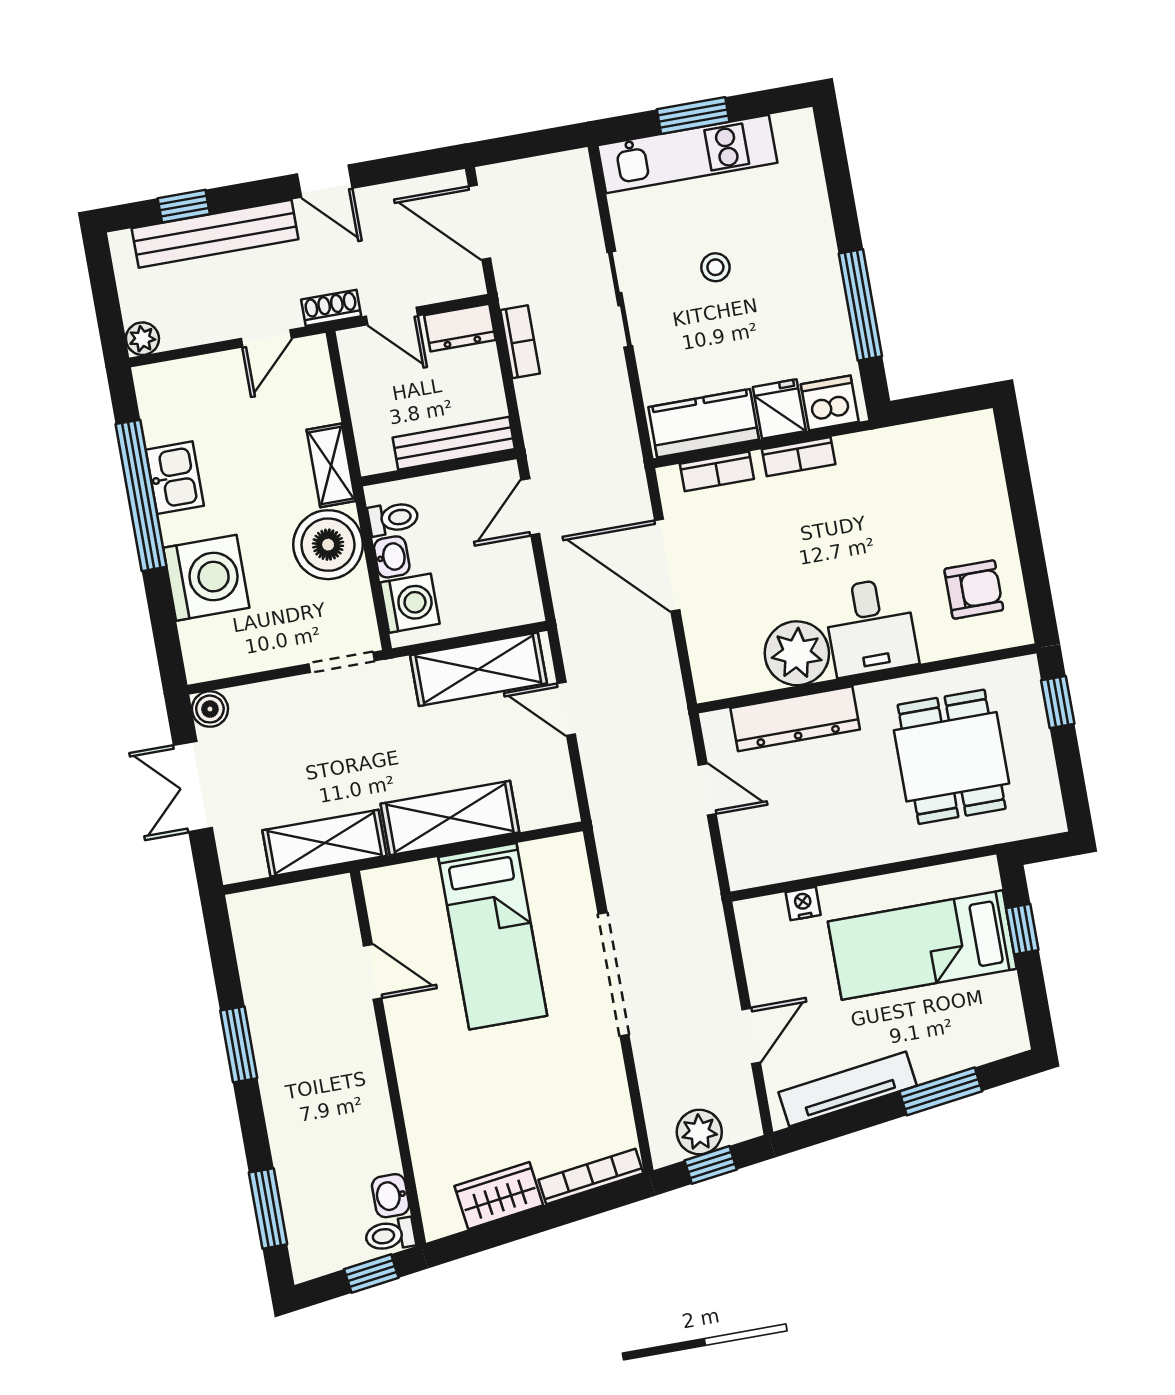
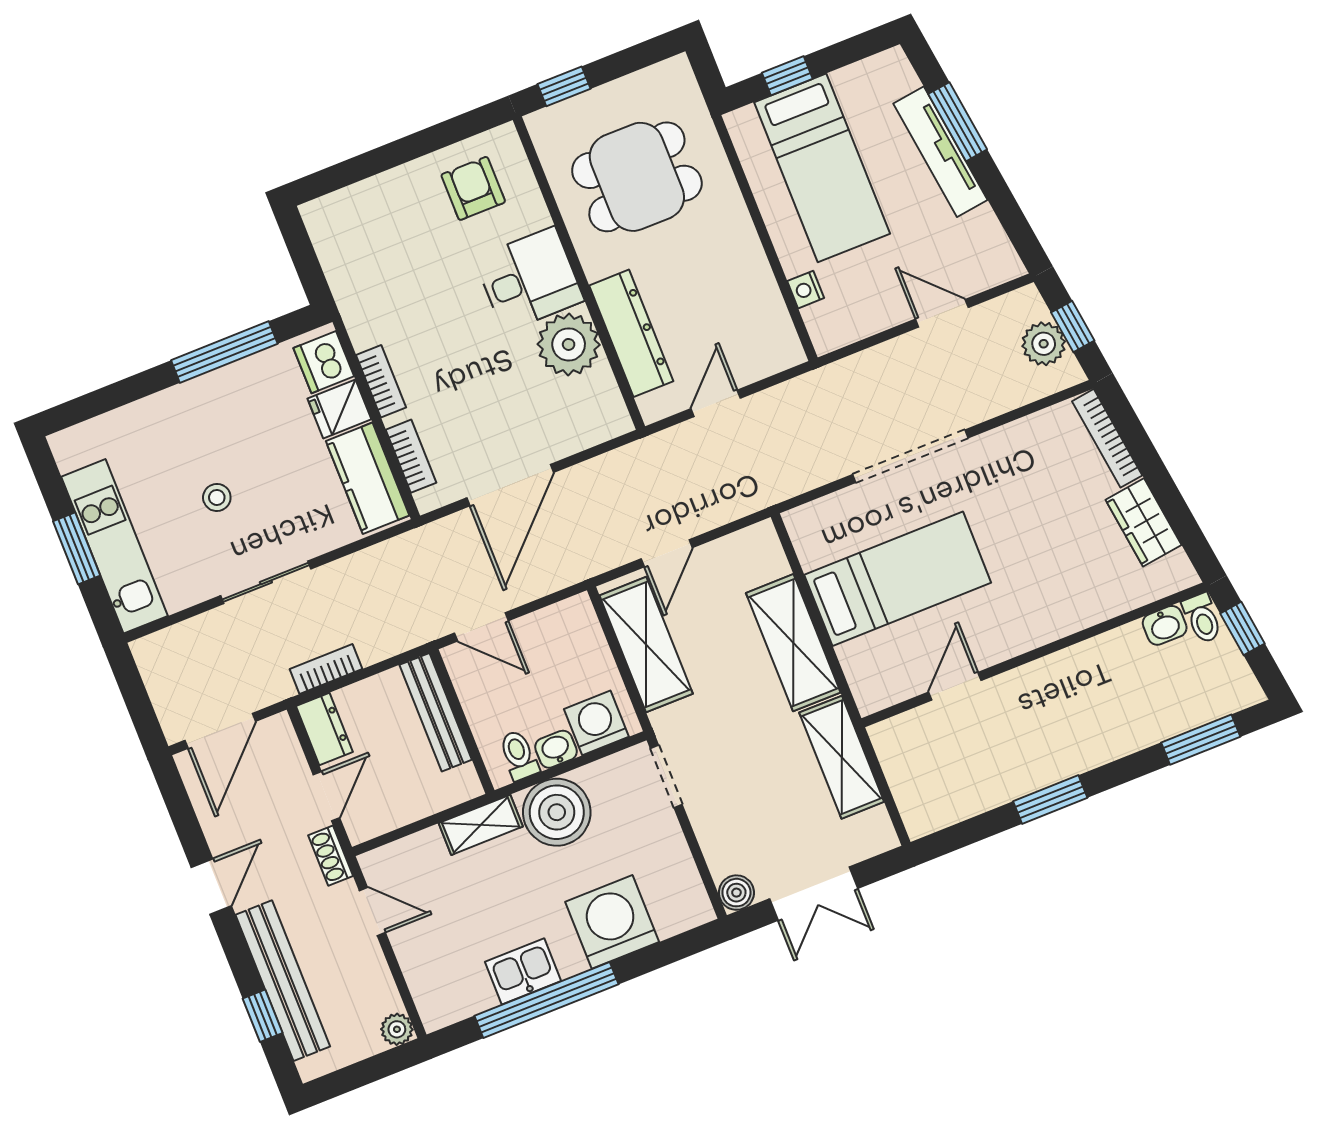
tv unit: (848, 1089) -> (940, 152), moved

